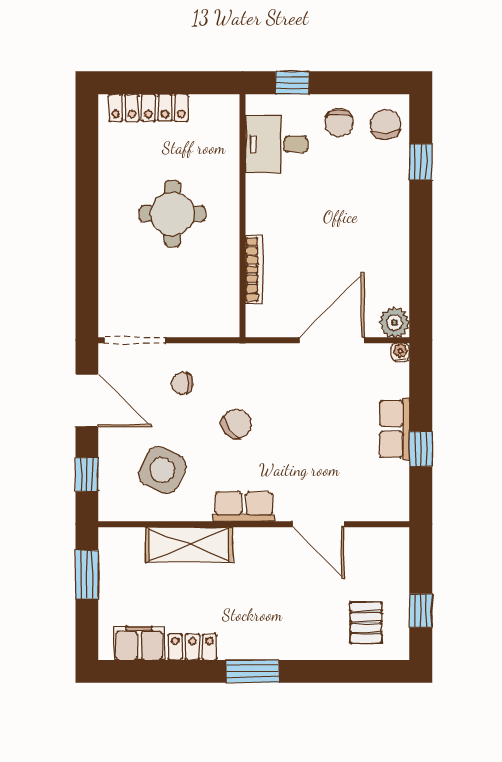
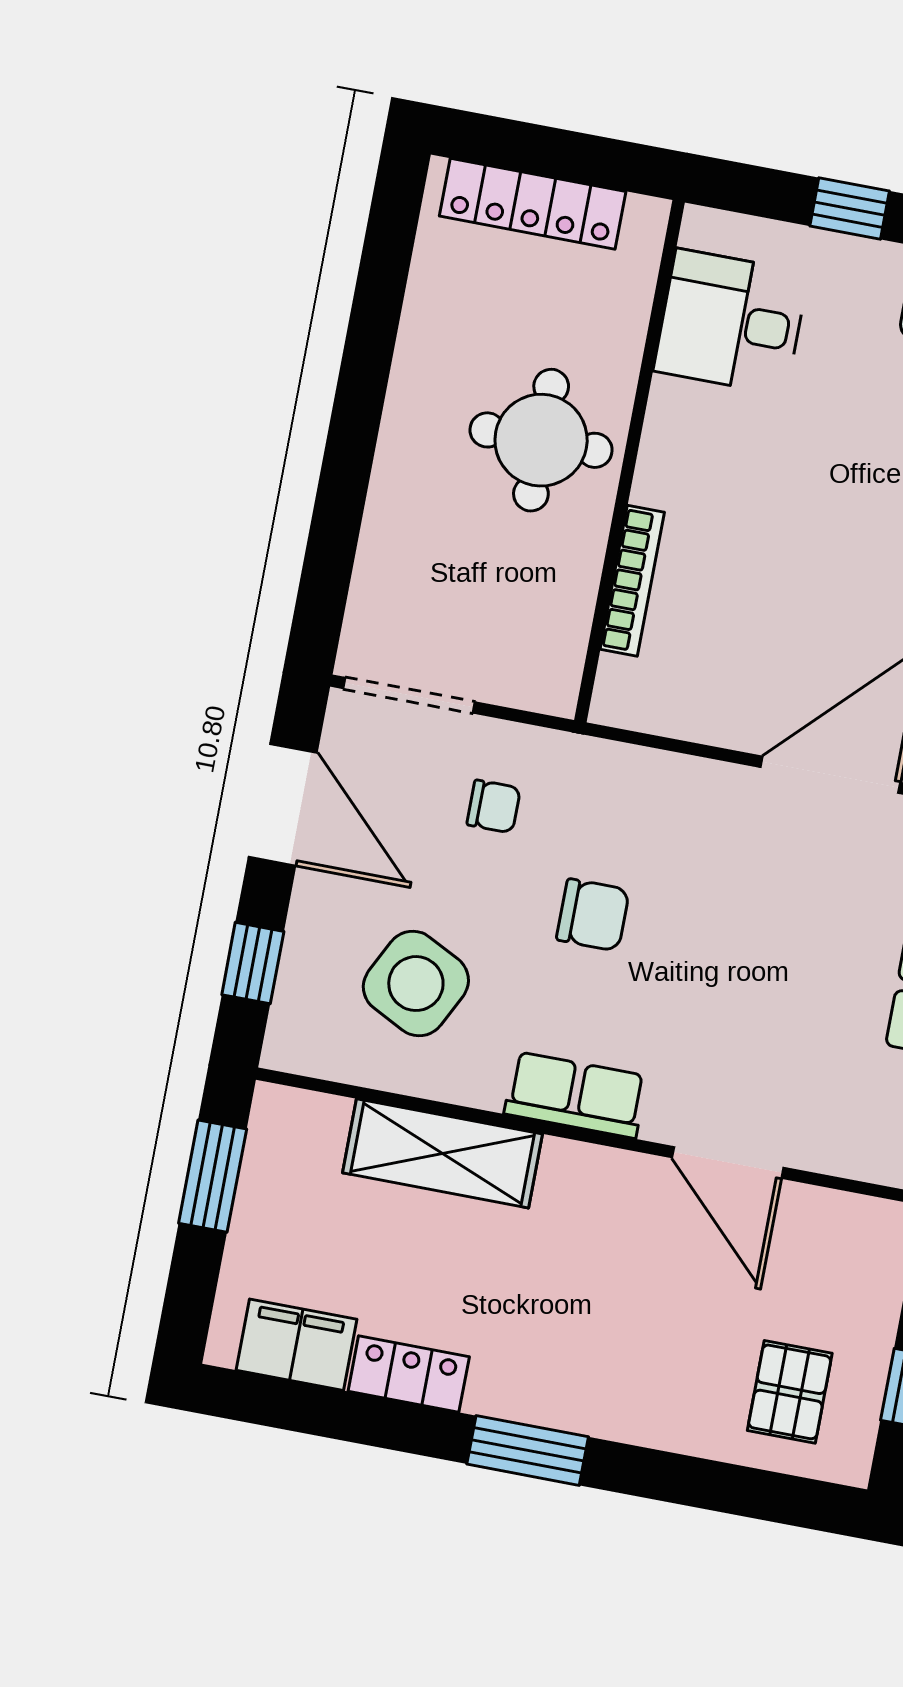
desk: (276, 144) -> (731, 322), moved
wall: (242, 216) -> (629, 461), moved
bookcase: (254, 269) -> (632, 581), moved
chair: (182, 383) -> (494, 806), turned 180
chair: (236, 424) -> (593, 915), turned 38

